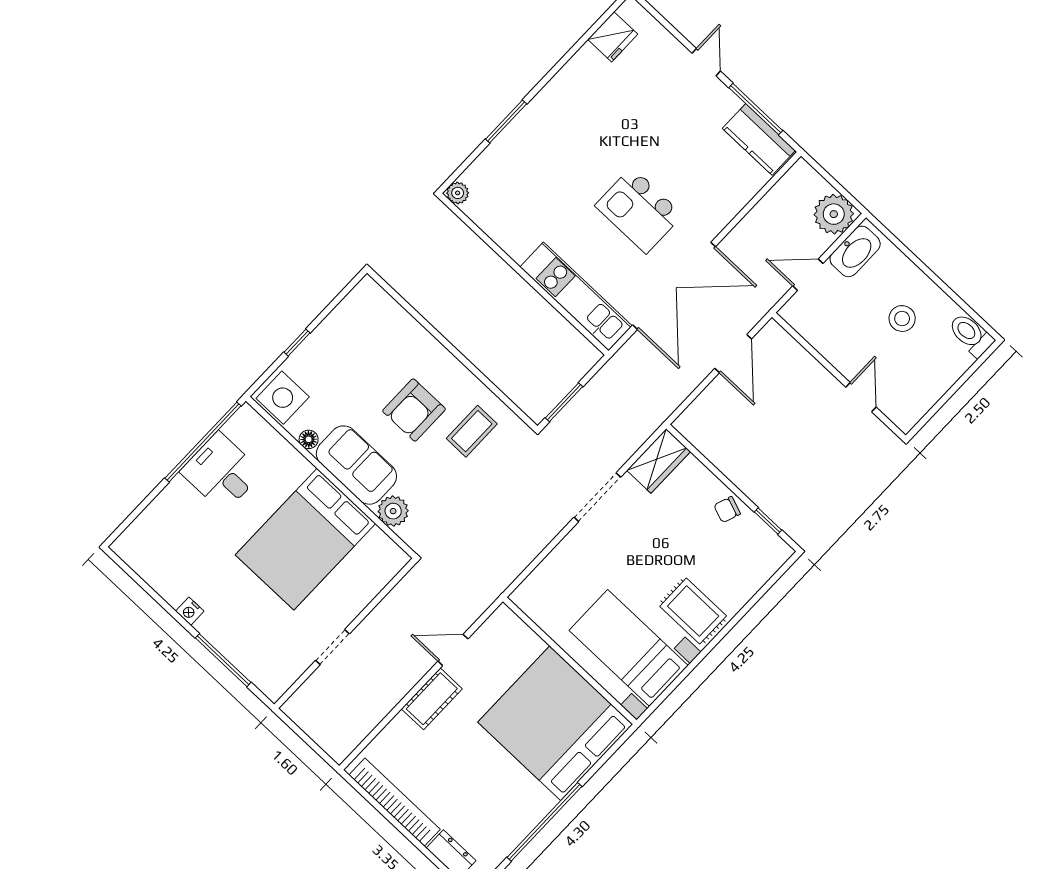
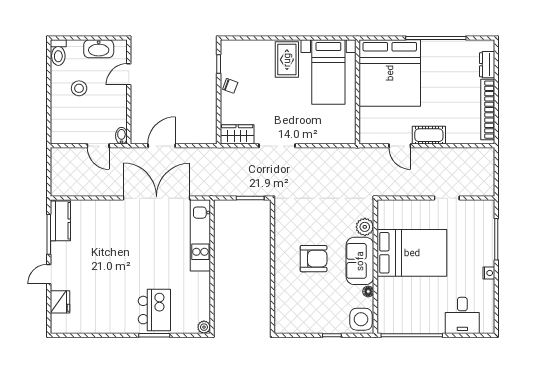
fridge: (613, 37) -> (60, 302), moved, turned 90
kitchen island: (639, 210) -> (154, 310), moved
plant: (834, 214) -> (62, 159), removed
washbasin: (855, 251) -> (99, 49), moved, turned 180
bidet: (793, 315) -> (121, 136), added
coffee table: (472, 431) -> (299, 226), removed
desk: (221, 472) -> (462, 315), moved

